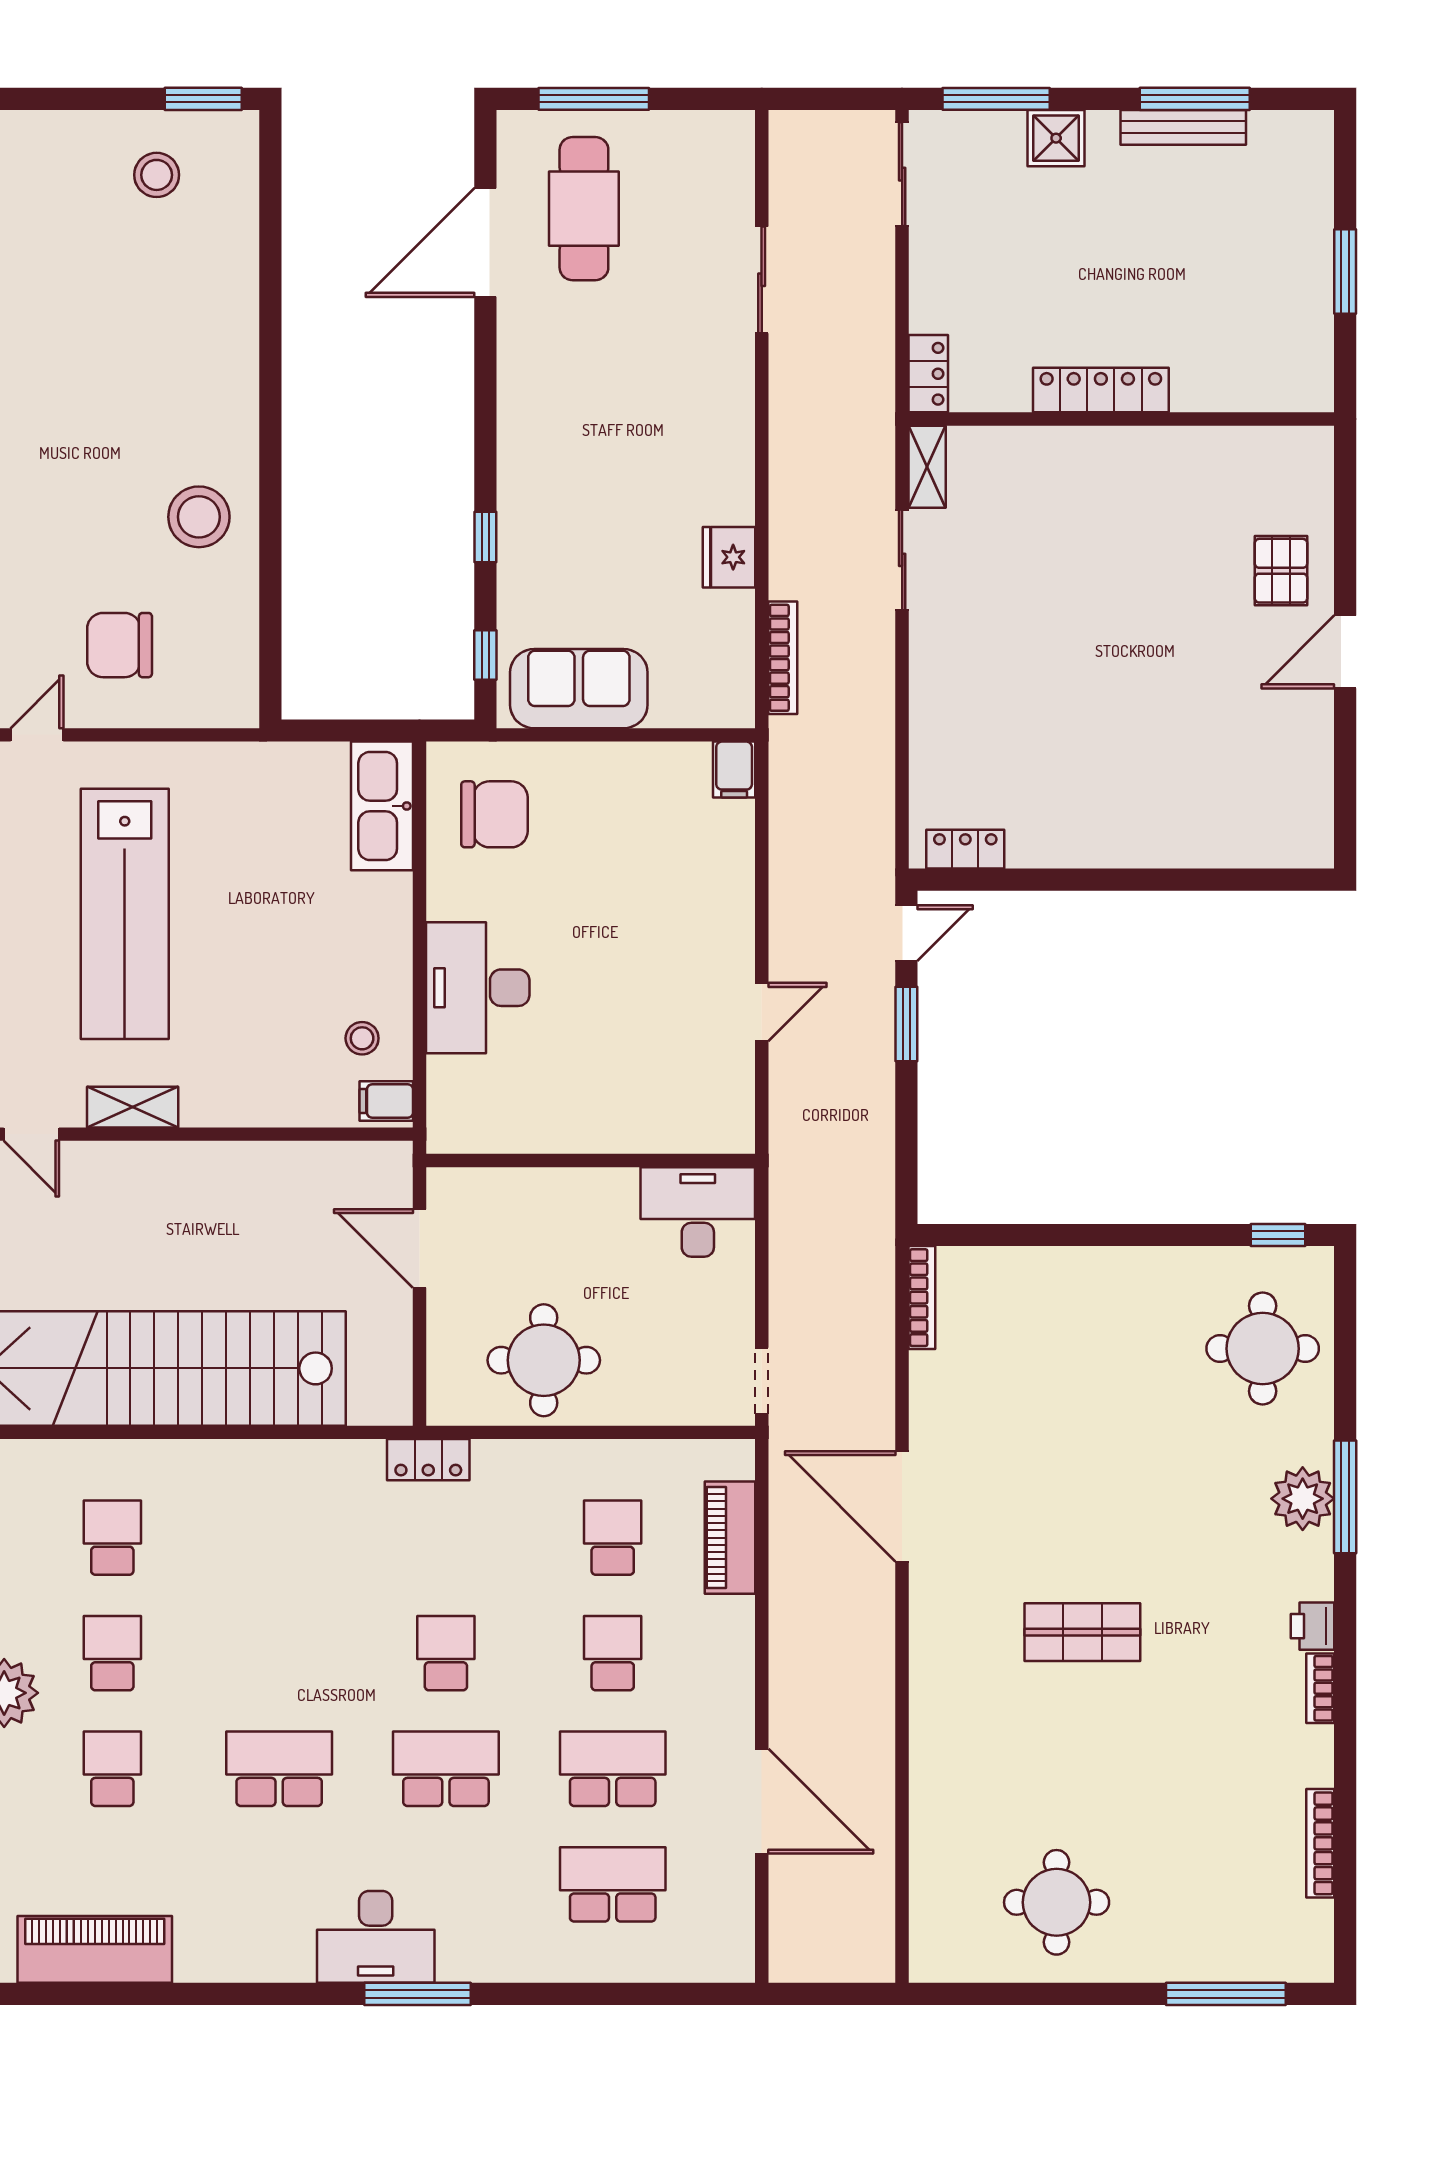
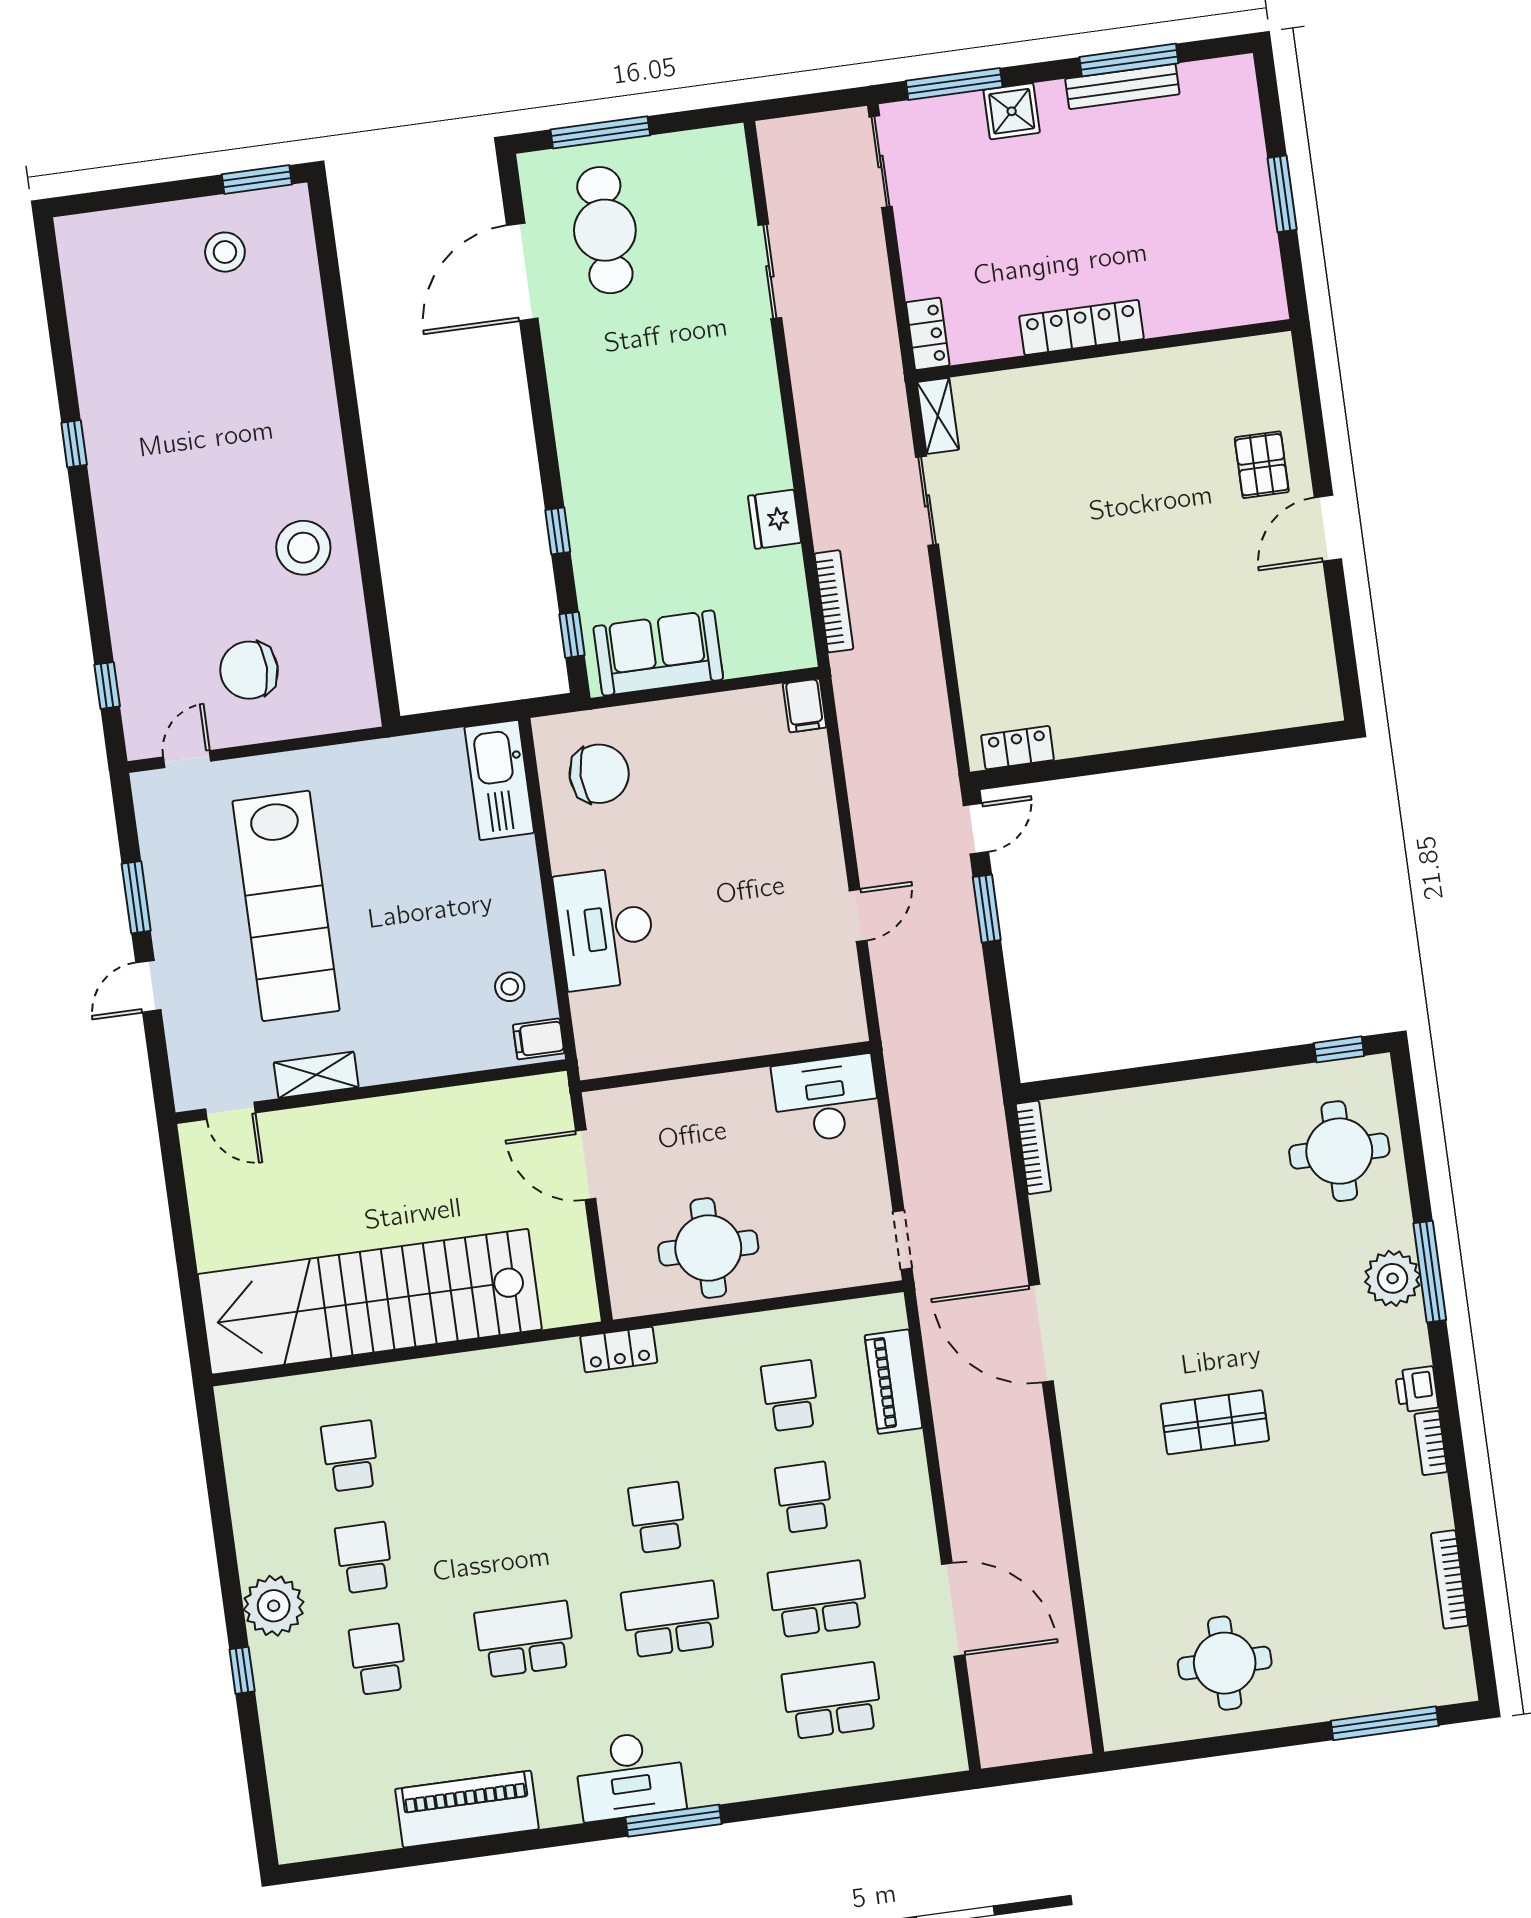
piano: (95, 1949) -> (467, 1809), moved

